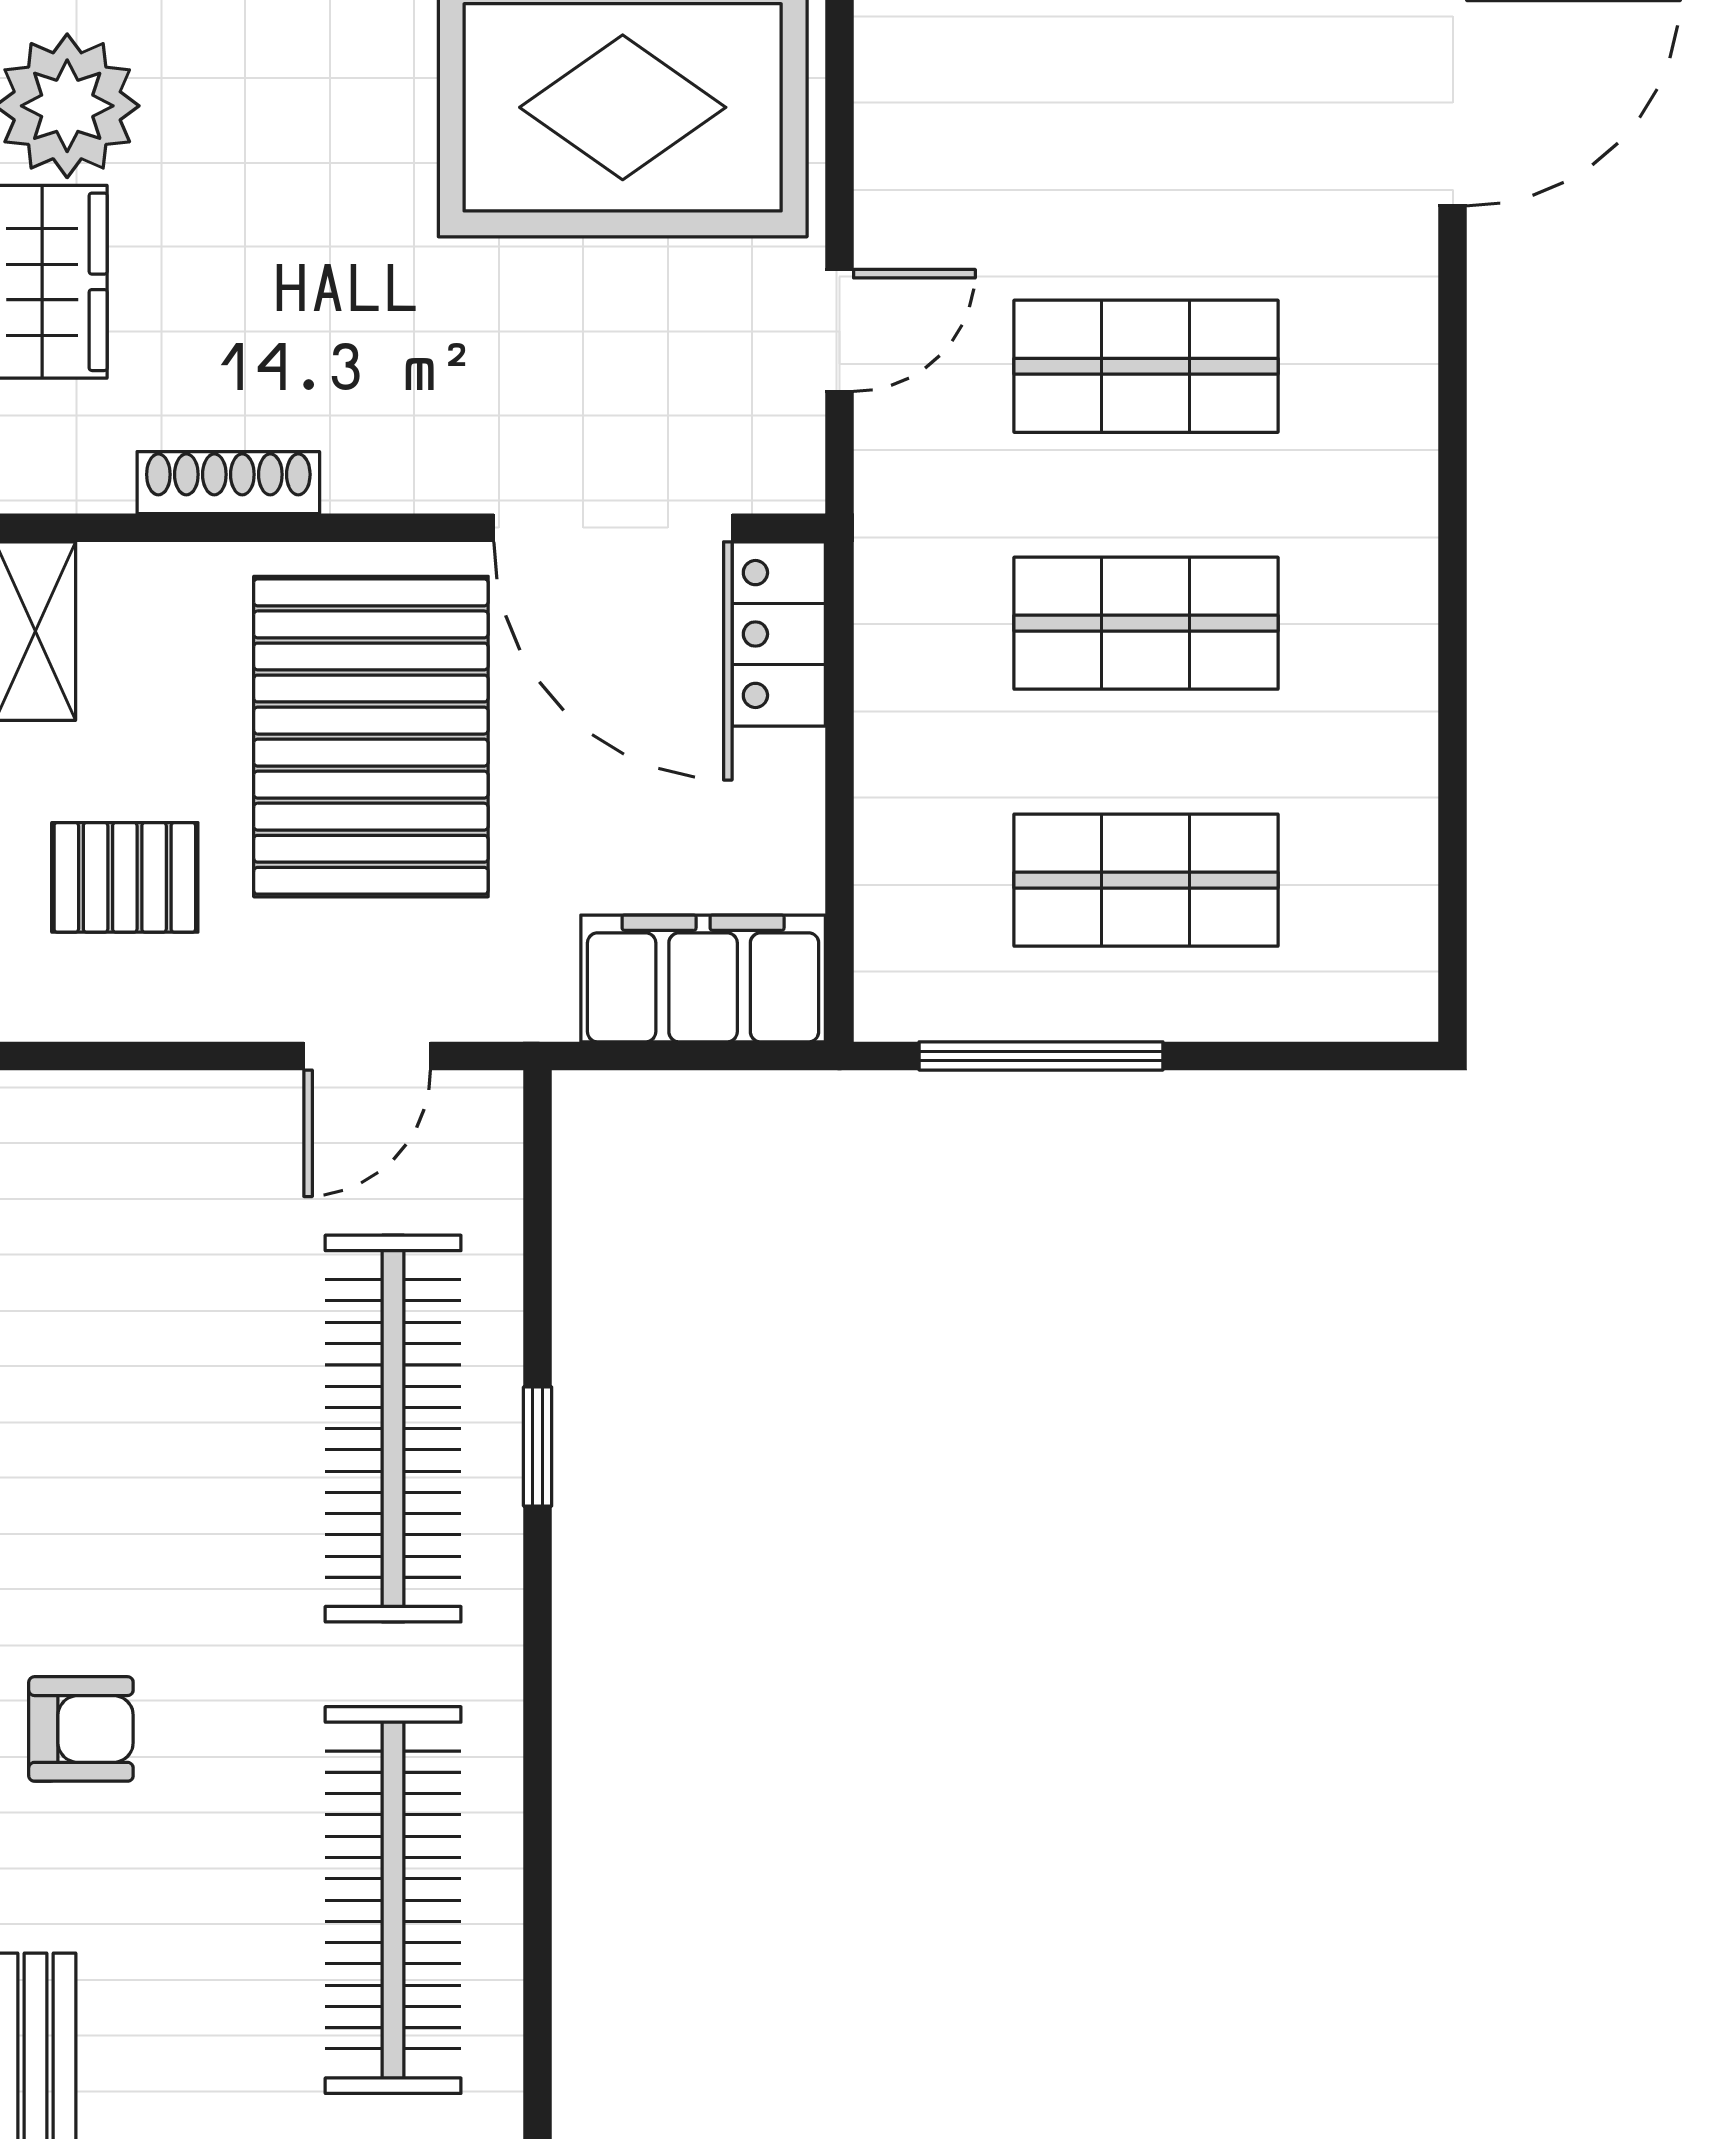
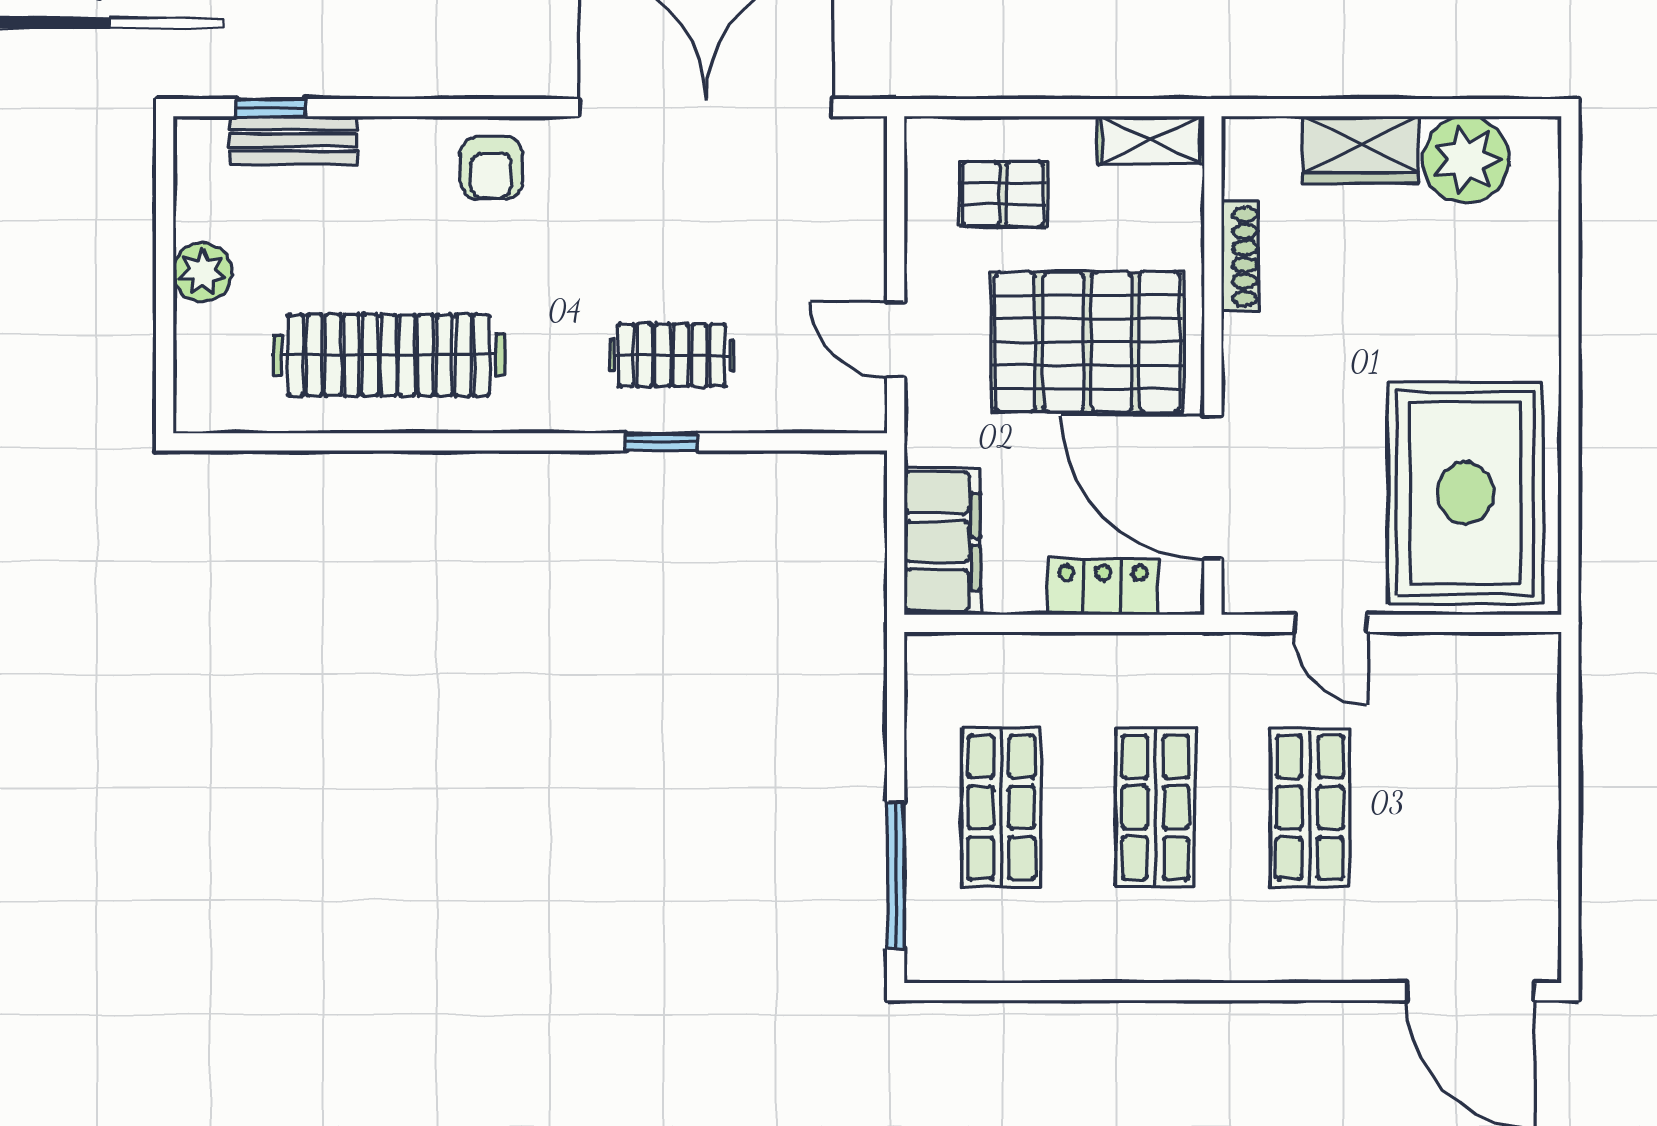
door: (613, 528) -> (1213, 487), hinge flipped
locker: (779, 634) -> (1103, 587), moved
pallet: (125, 877) -> (1003, 194), turned 90
window: (1041, 1056) -> (896, 875), moved
clothes rail: (393, 1429) -> (672, 355), width x0.54, depth x0.76

